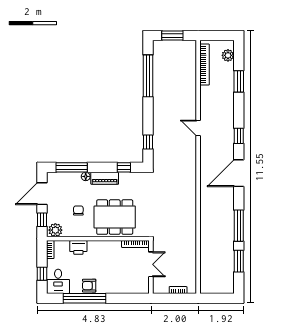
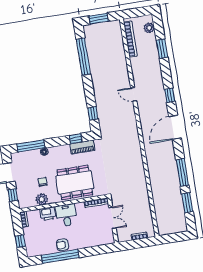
piano: (105, 178) -> (82, 147), moved
plant: (55, 230) -> (42, 199), moved
desk: (58, 281) -> (66, 215), moved, turned 180

